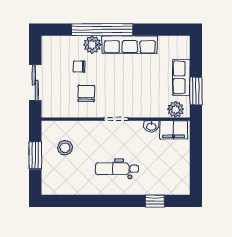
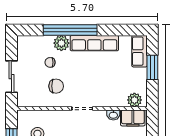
row of seats: (181, 77) -> (140, 51), moved
window: (196, 91) -> (152, 67), moved
chair: (86, 94) -> (56, 86), turned 90

